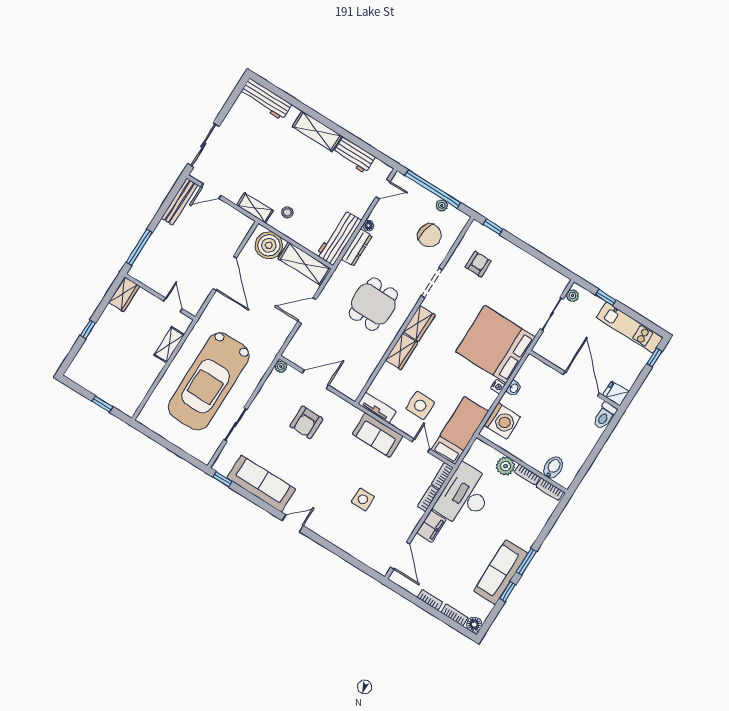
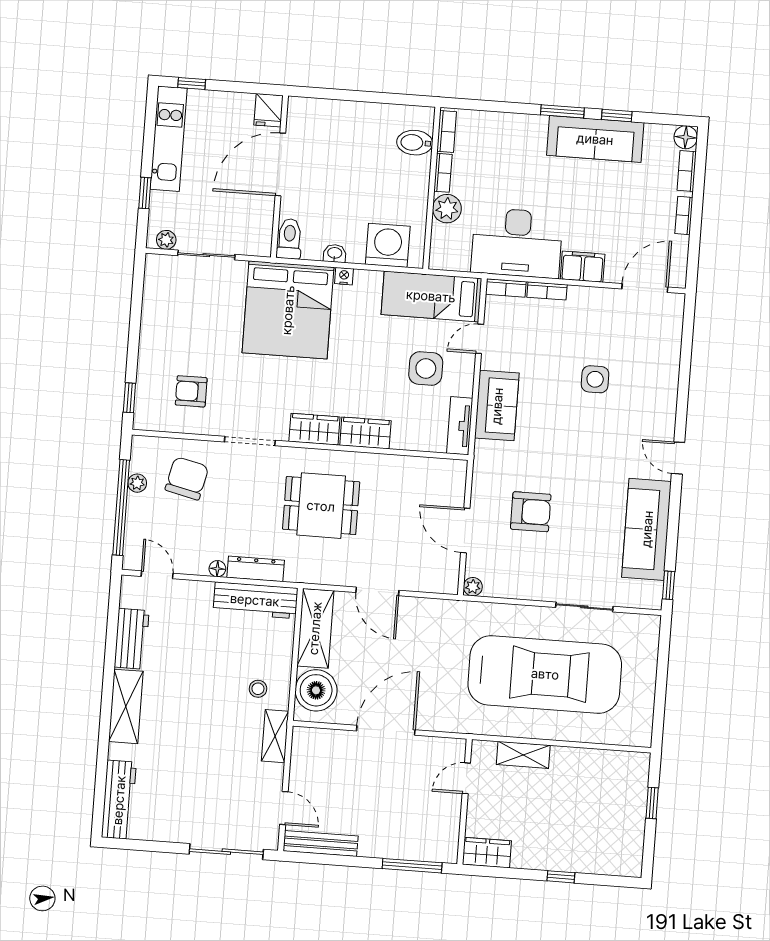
toilet: (605, 416) -> (289, 239), moved, turned -90

